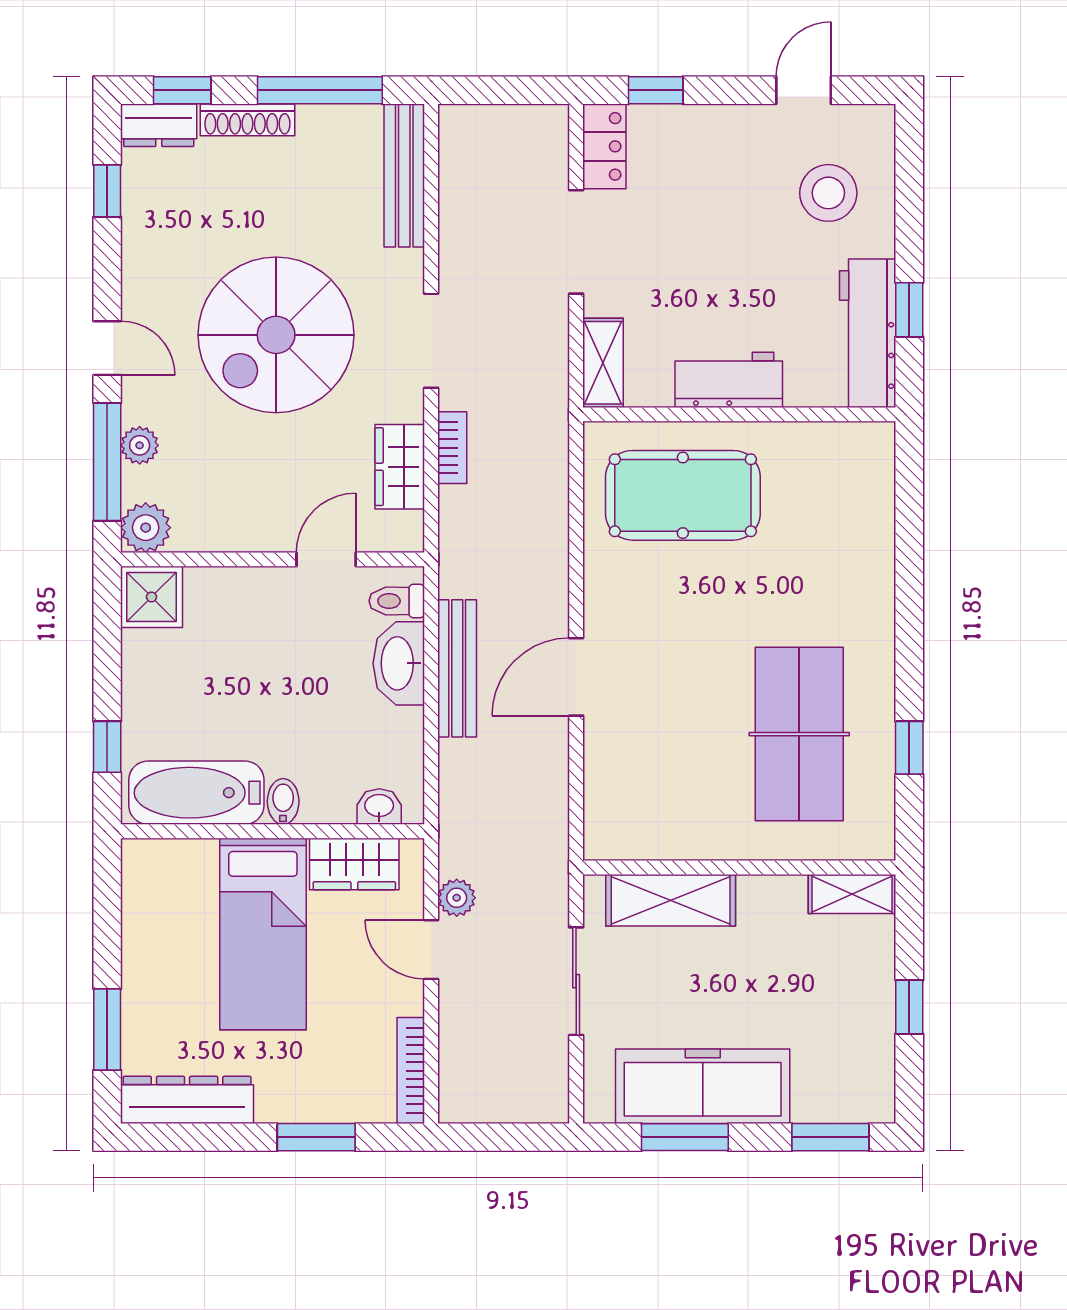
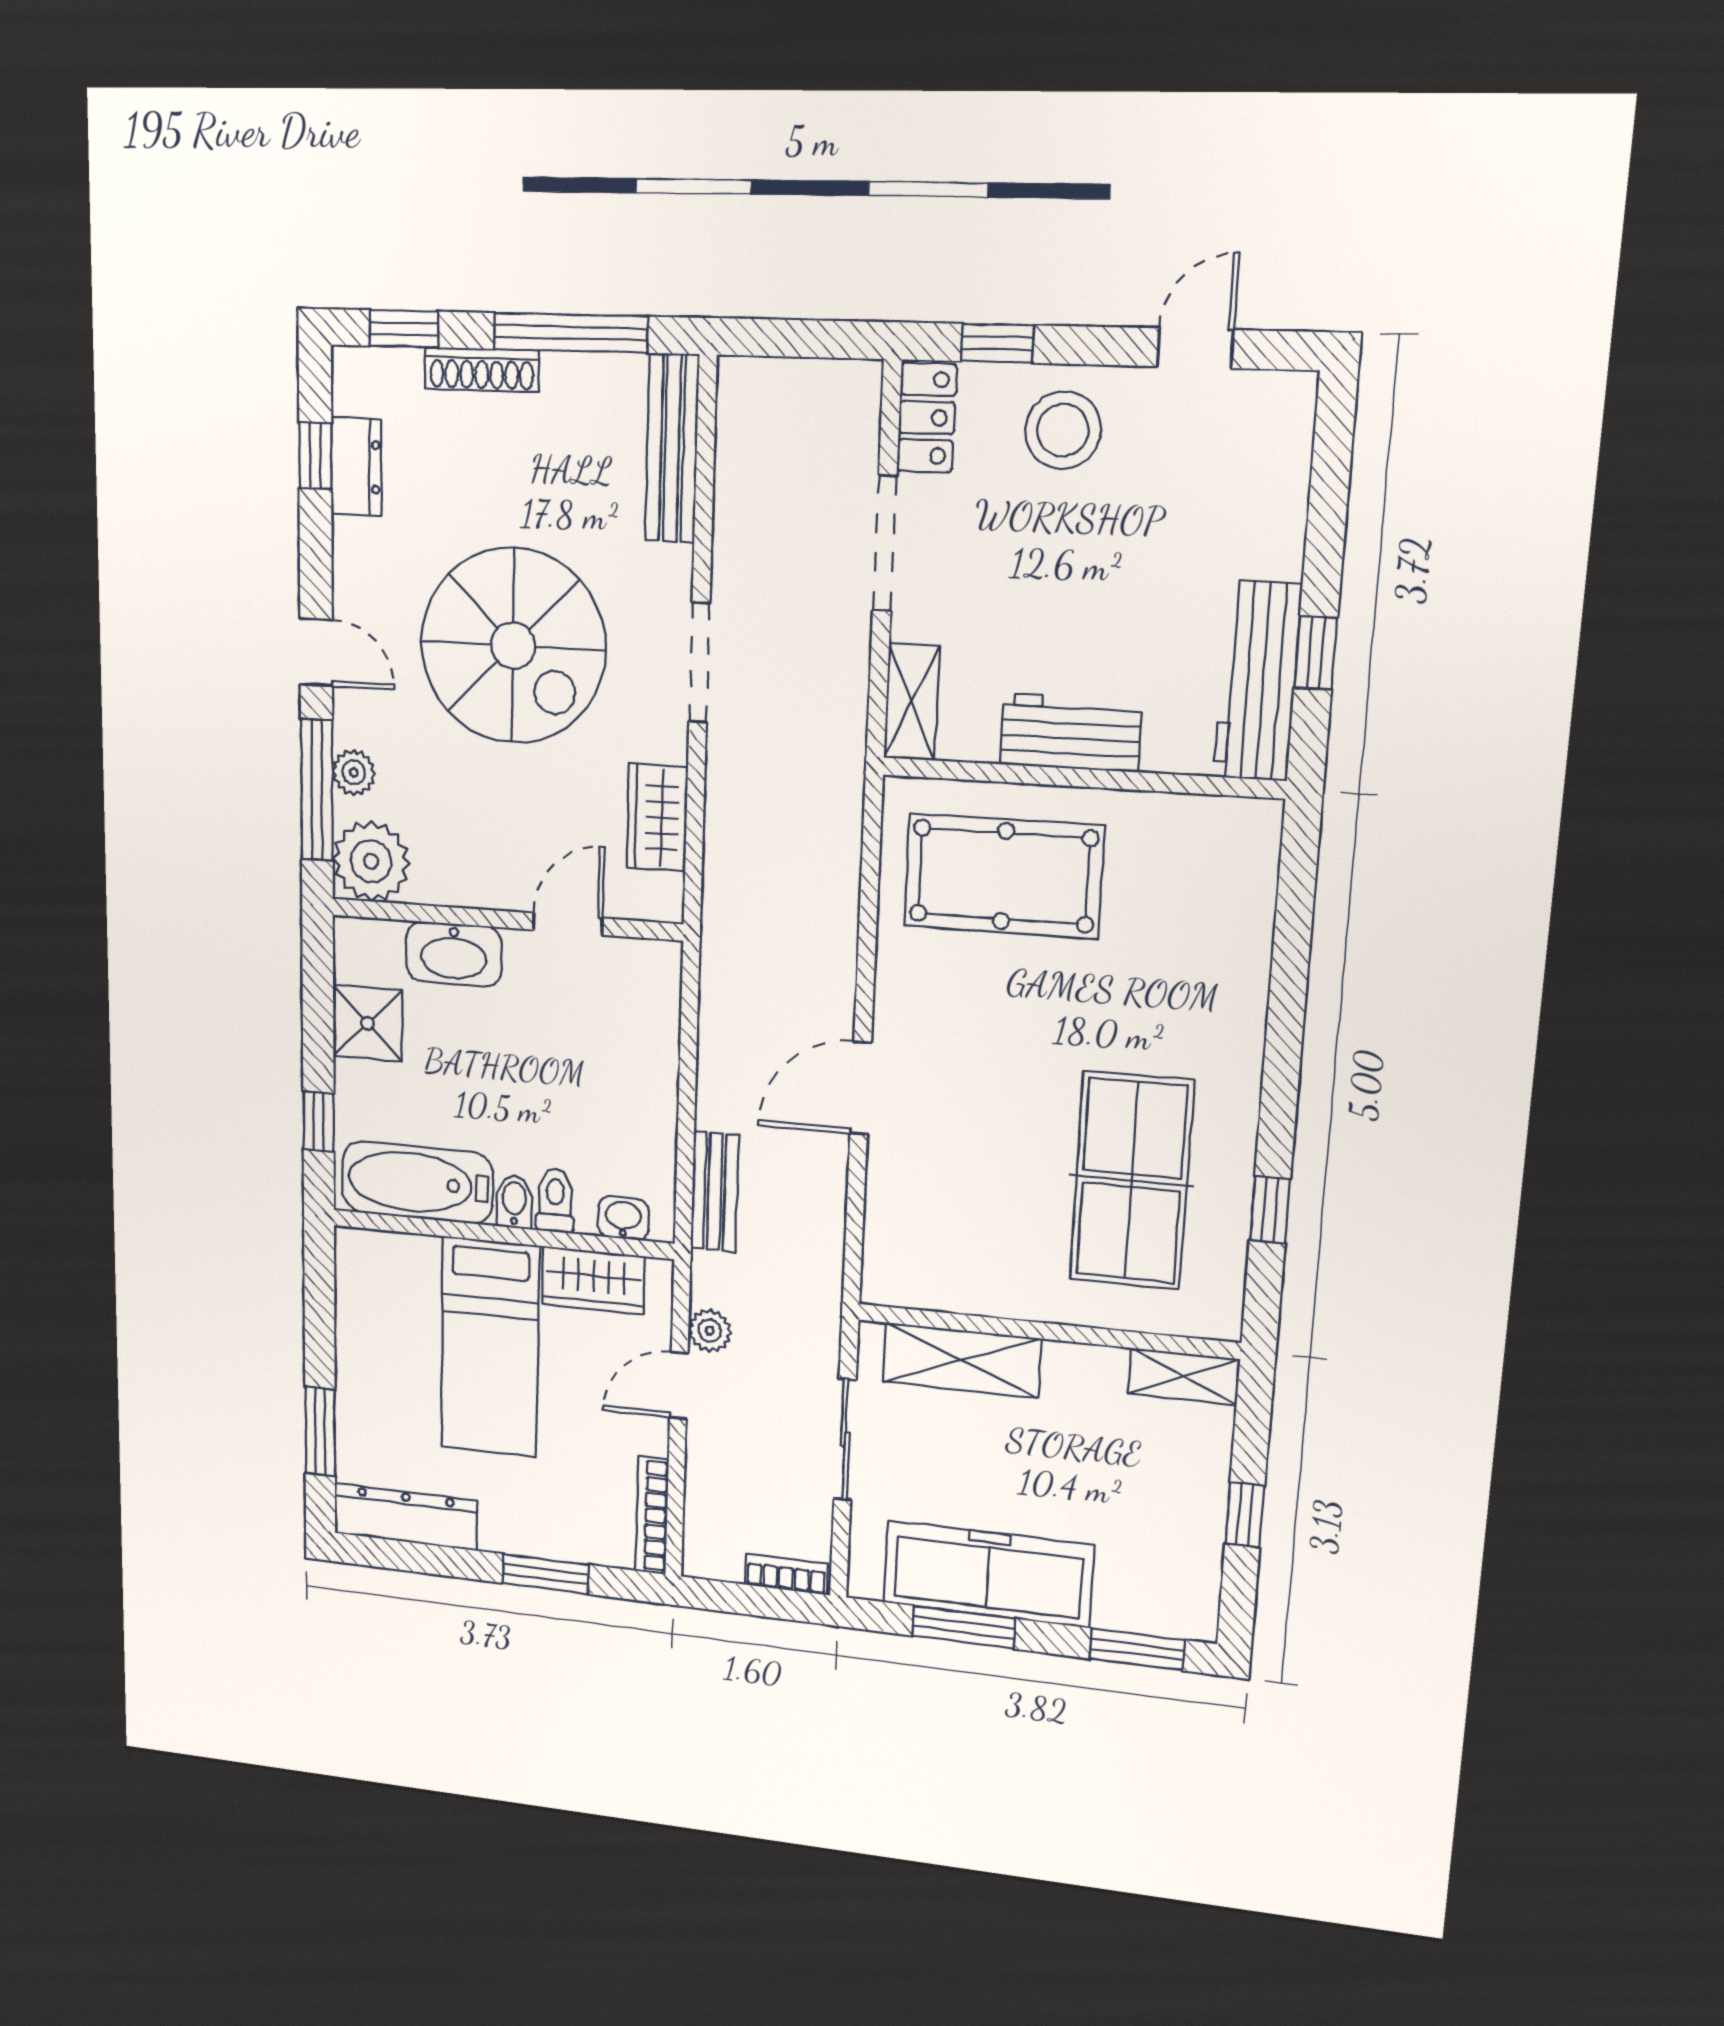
dresser: (159, 125) -> (356, 467), moved, turned -90
stool: (828, 193) -> (1063, 430), moved
spiral stairs: (276, 335) -> (513, 646), turned -90
bookcase: (452, 448) -> (786, 1574), moved, turned -90
plant: (146, 528) -> (371, 861), width x1.36, depth x1.36
shower: (151, 597) -> (367, 1023), moved
toilet: (397, 601) -> (555, 1201), moved, turned 90
washbasin: (399, 663) -> (454, 954), moved, turned -90
bench: (457, 668) -> (715, 1192), moved, width x0.73
door: (431, 950) -> (679, 1385), hinge flipped

